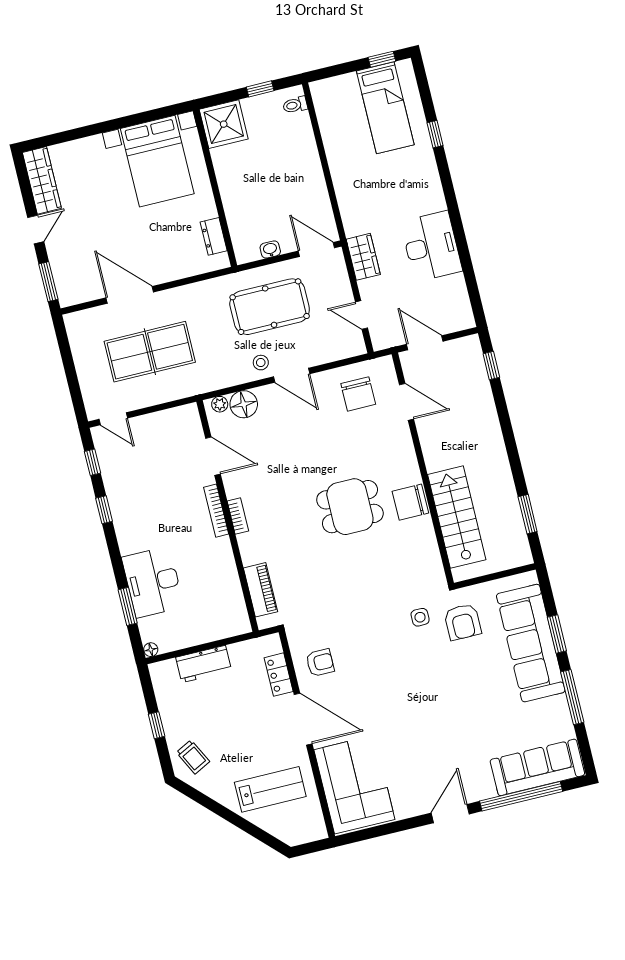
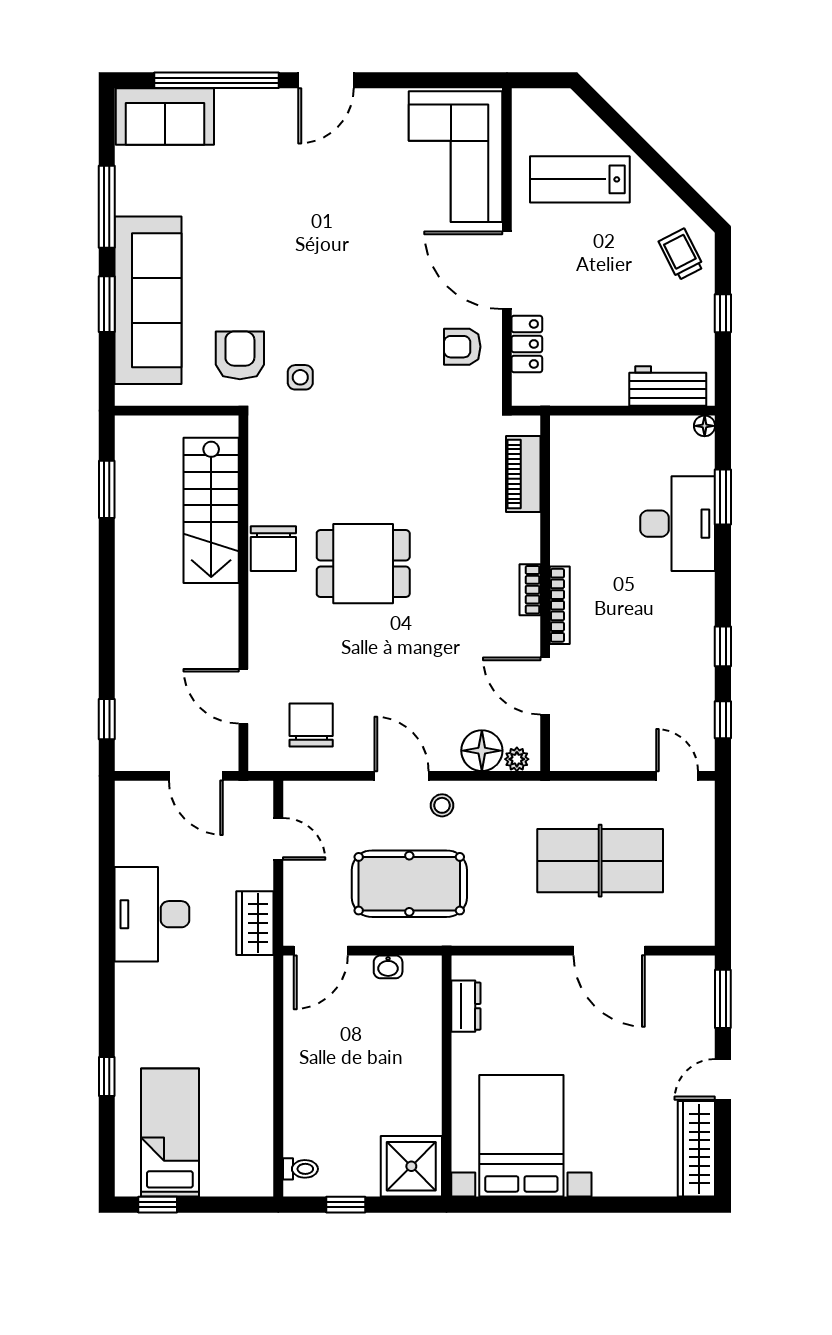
door: (316, 249) -> (321, 951), hinge flipped
chair: (410, 502) -> (273, 549), turned 90
workbench: (204, 664) -> (668, 386), moved
sofa: (537, 767) -> (165, 117), width x0.73

